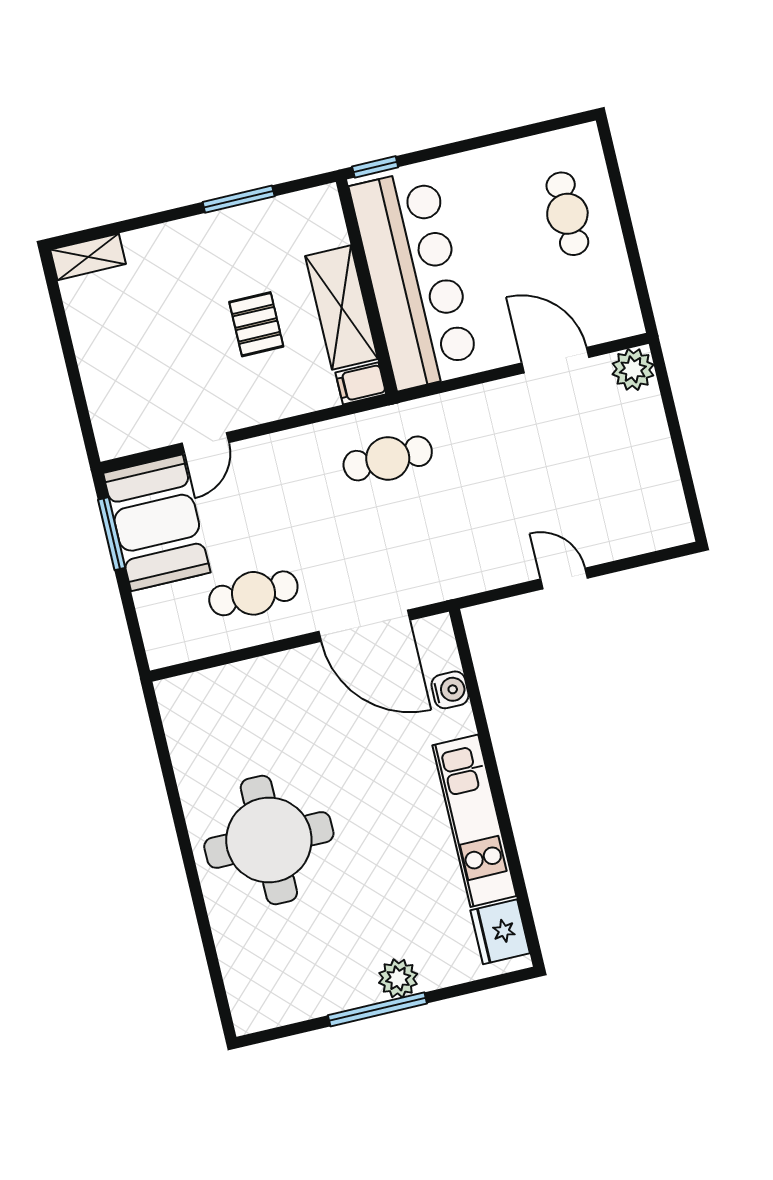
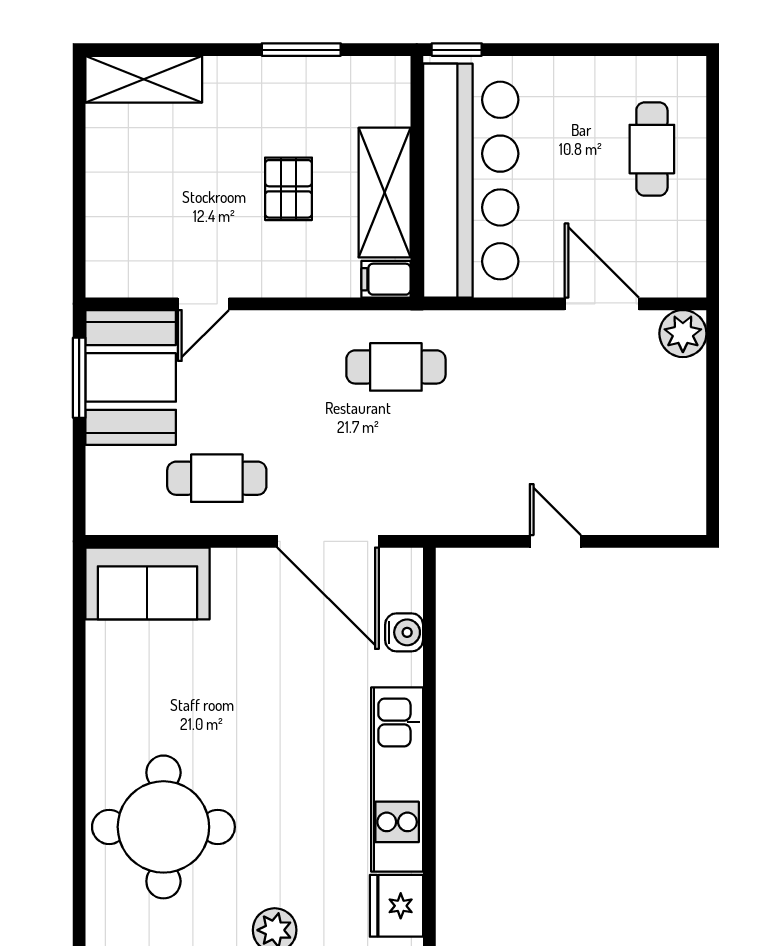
shelving: (88, 257) -> (144, 79), width x1.50, depth x1.33
sofa: (214, 700) -> (147, 583), added
round table: (269, 840) -> (163, 827), moved

